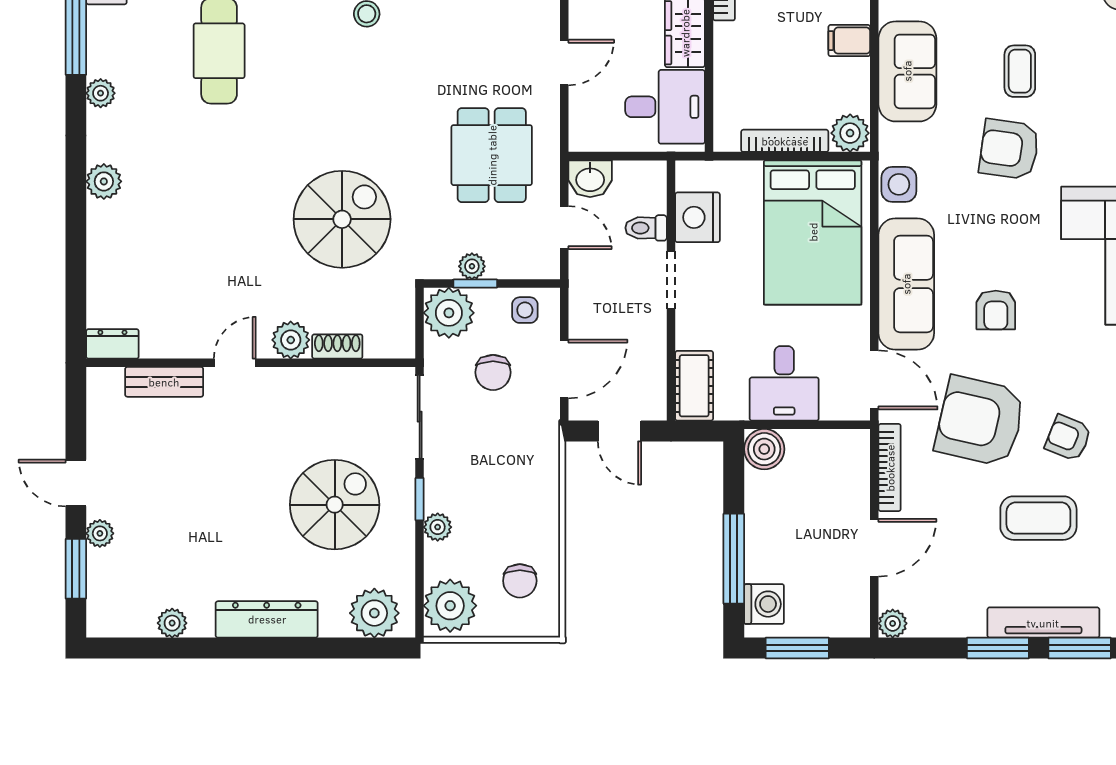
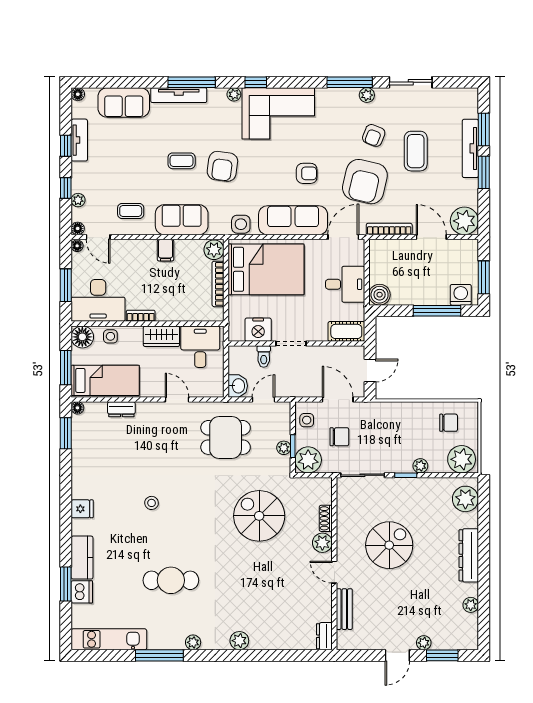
spiral stairs: (335, 505) -> (389, 545), moved, turned 90
plant: (893, 623) -> (464, 221), width x1.88, depth x1.88

